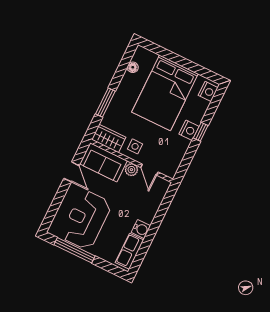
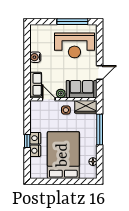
nightstand: (208, 91) -> (35, 151), moved
window: (105, 103) -> (100, 129), width x1.44
door: (71, 172) -> (100, 73), swing flipped
reception desk: (86, 220) -> (74, 45), turned 90
row of seats: (129, 251) -> (36, 84), moved

